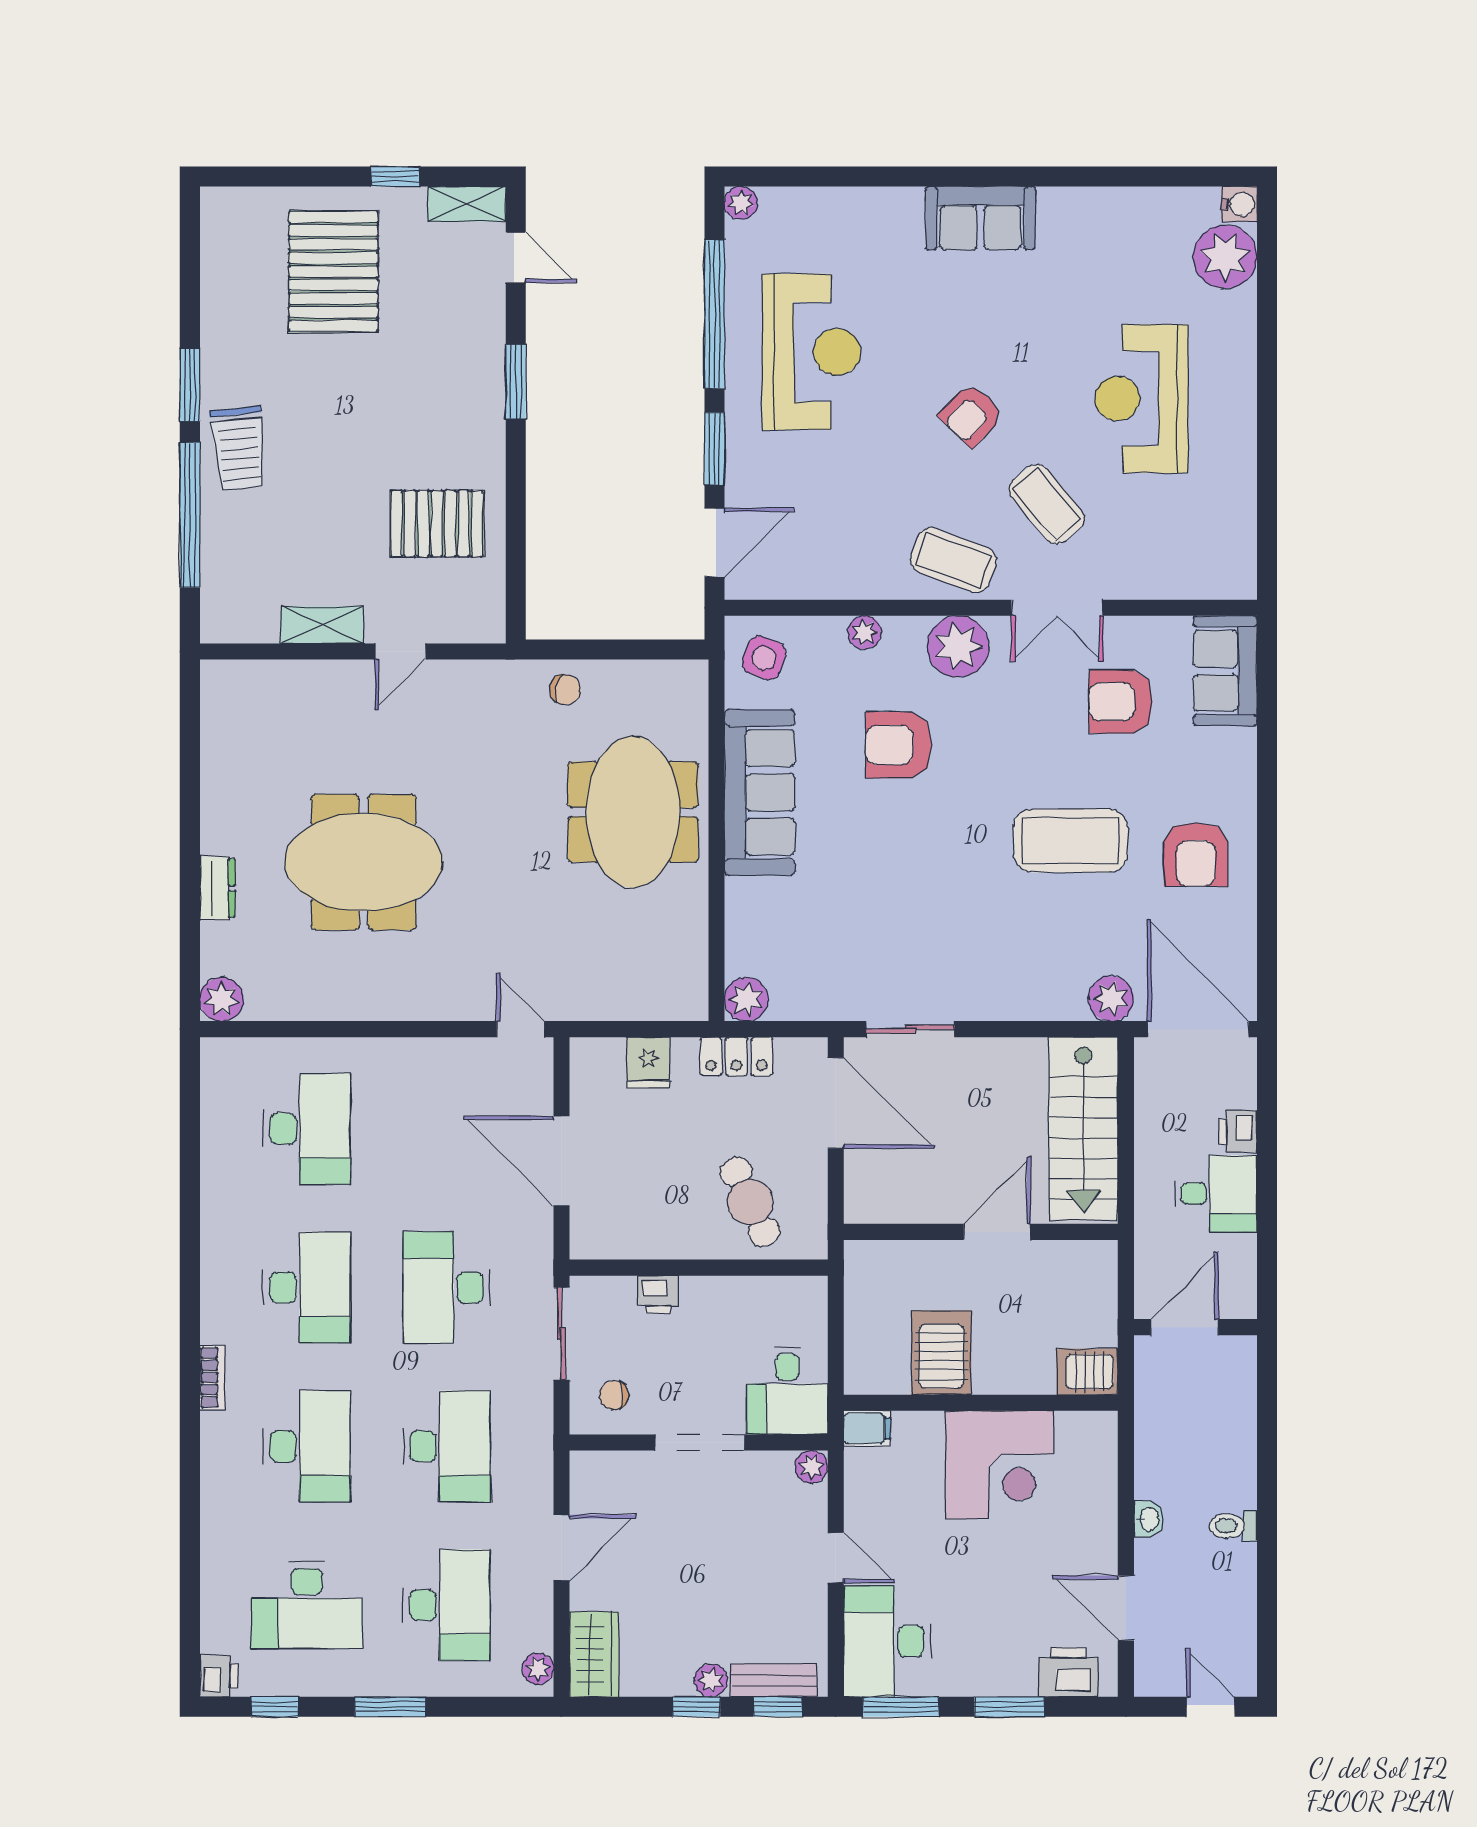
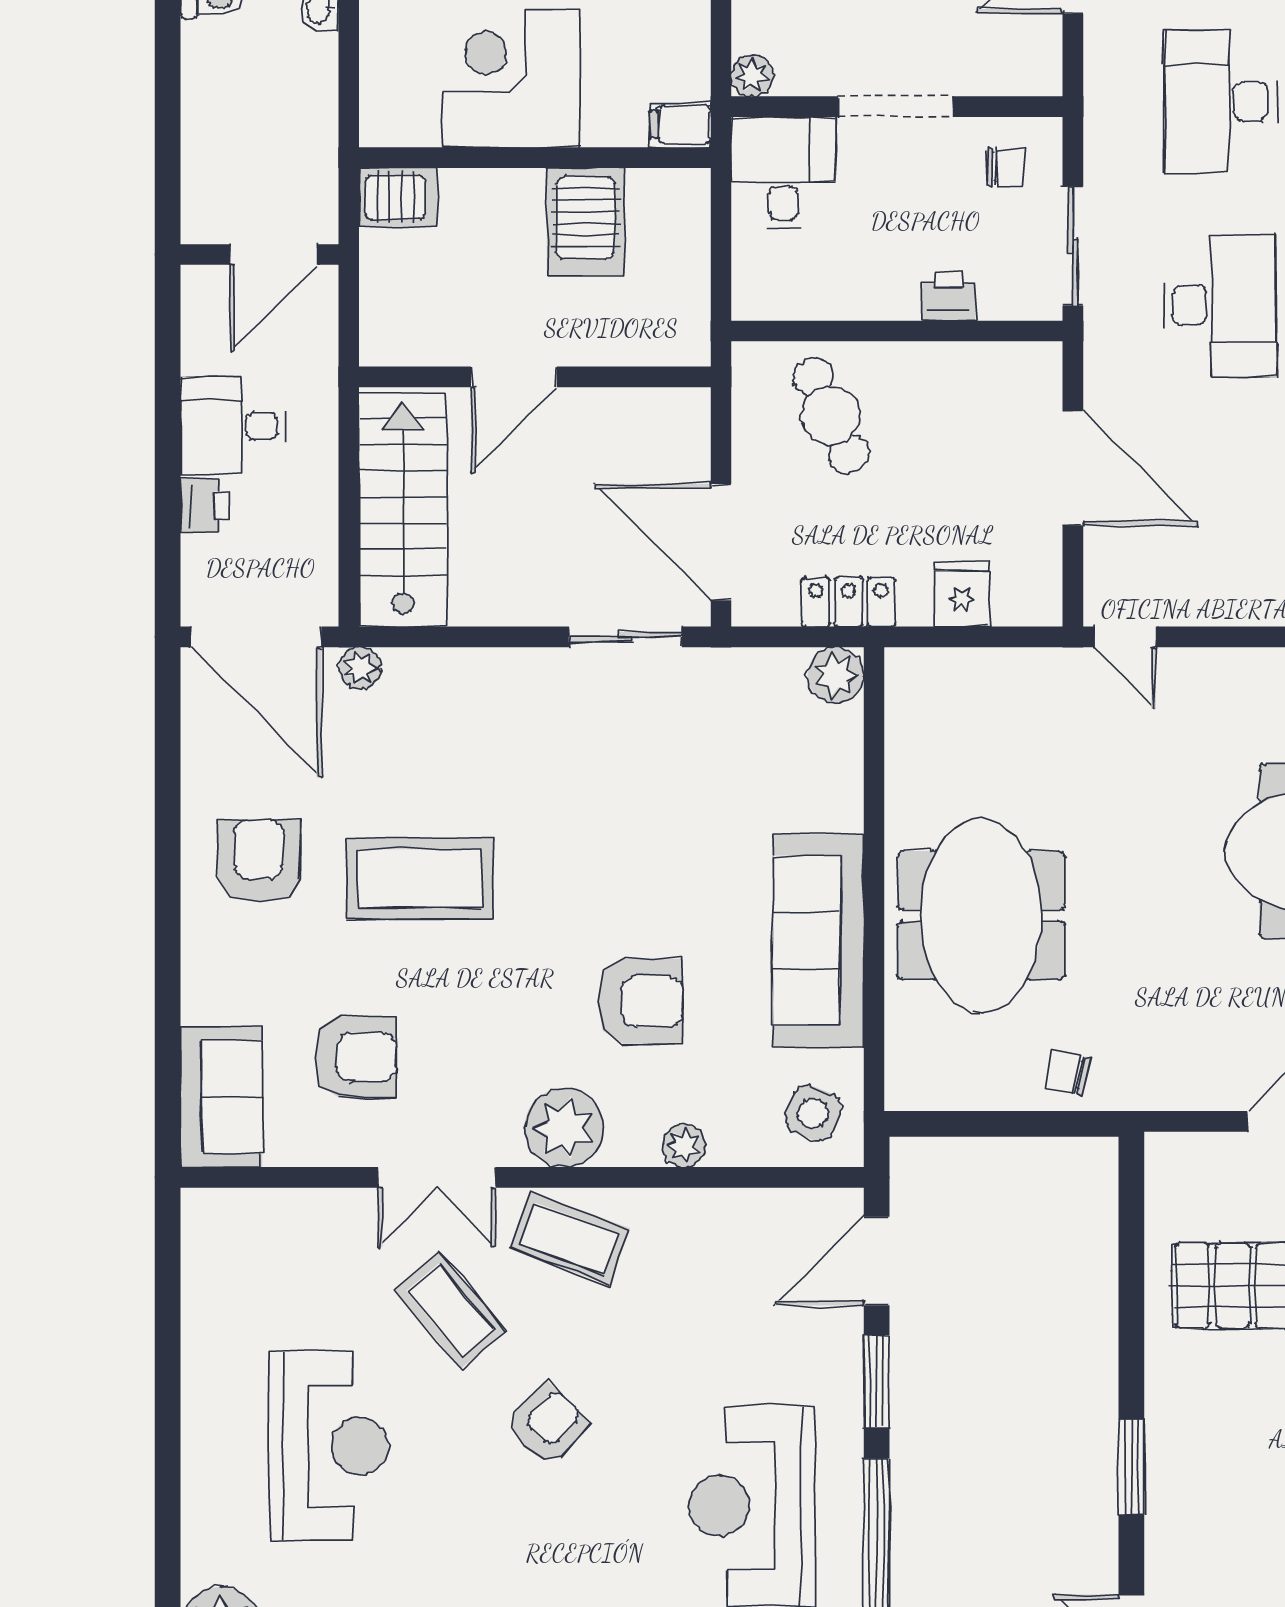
double door: (1057, 608) -> (437, 1177), swing flipped
plant: (1111, 999) -> (360, 668), width x0.73, depth x0.73

